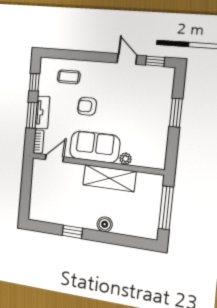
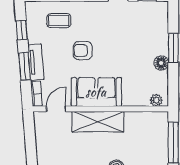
floor lamp: (162, 126) -> (161, 63), added
plant: (126, 159) -> (156, 100), moved
shelving: (109, 178) -> (98, 122), moved

